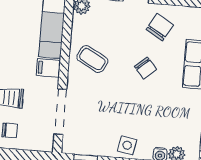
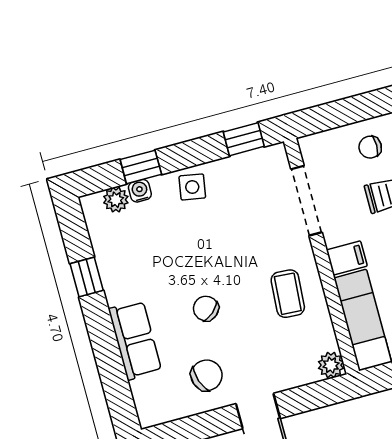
chair: (160, 27) -> (207, 375), turned -139
coffee table: (92, 59) -> (288, 294), turned 66

